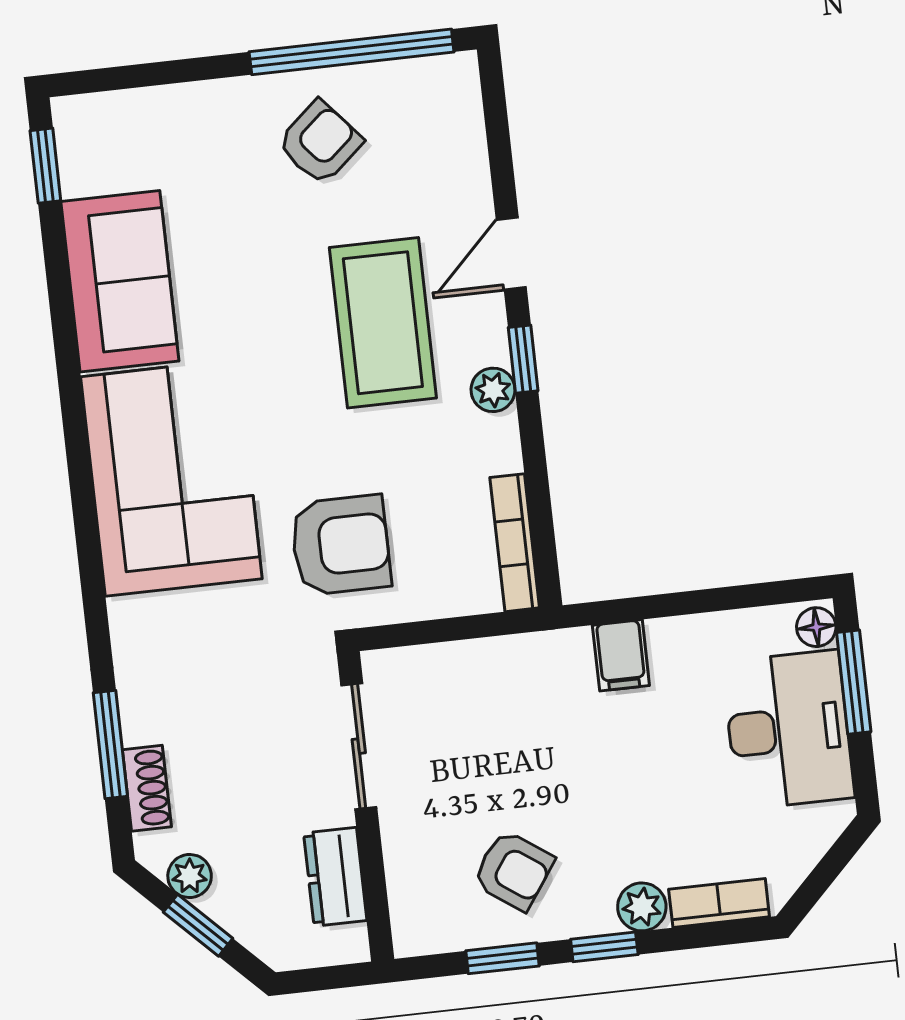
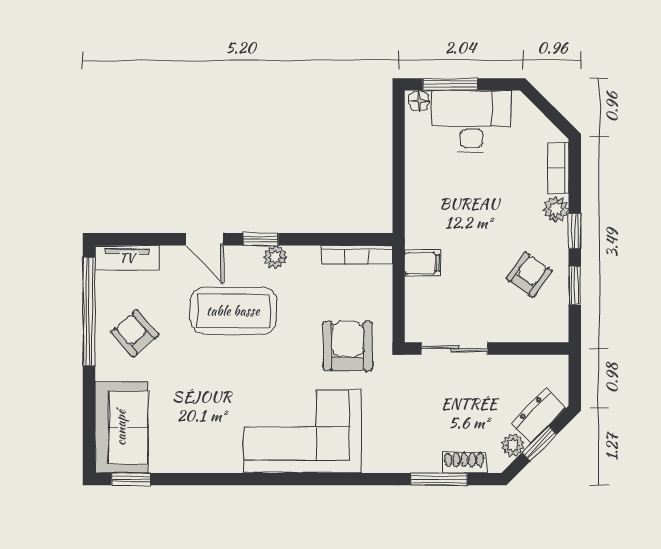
tv unit: (461, 112) -> (127, 258), added
sofa: (120, 281) -> (121, 428), moved, turned 90
filing cabinet: (621, 655) -> (422, 263), moved
dresser: (335, 877) -> (539, 416), moved, turned 135

